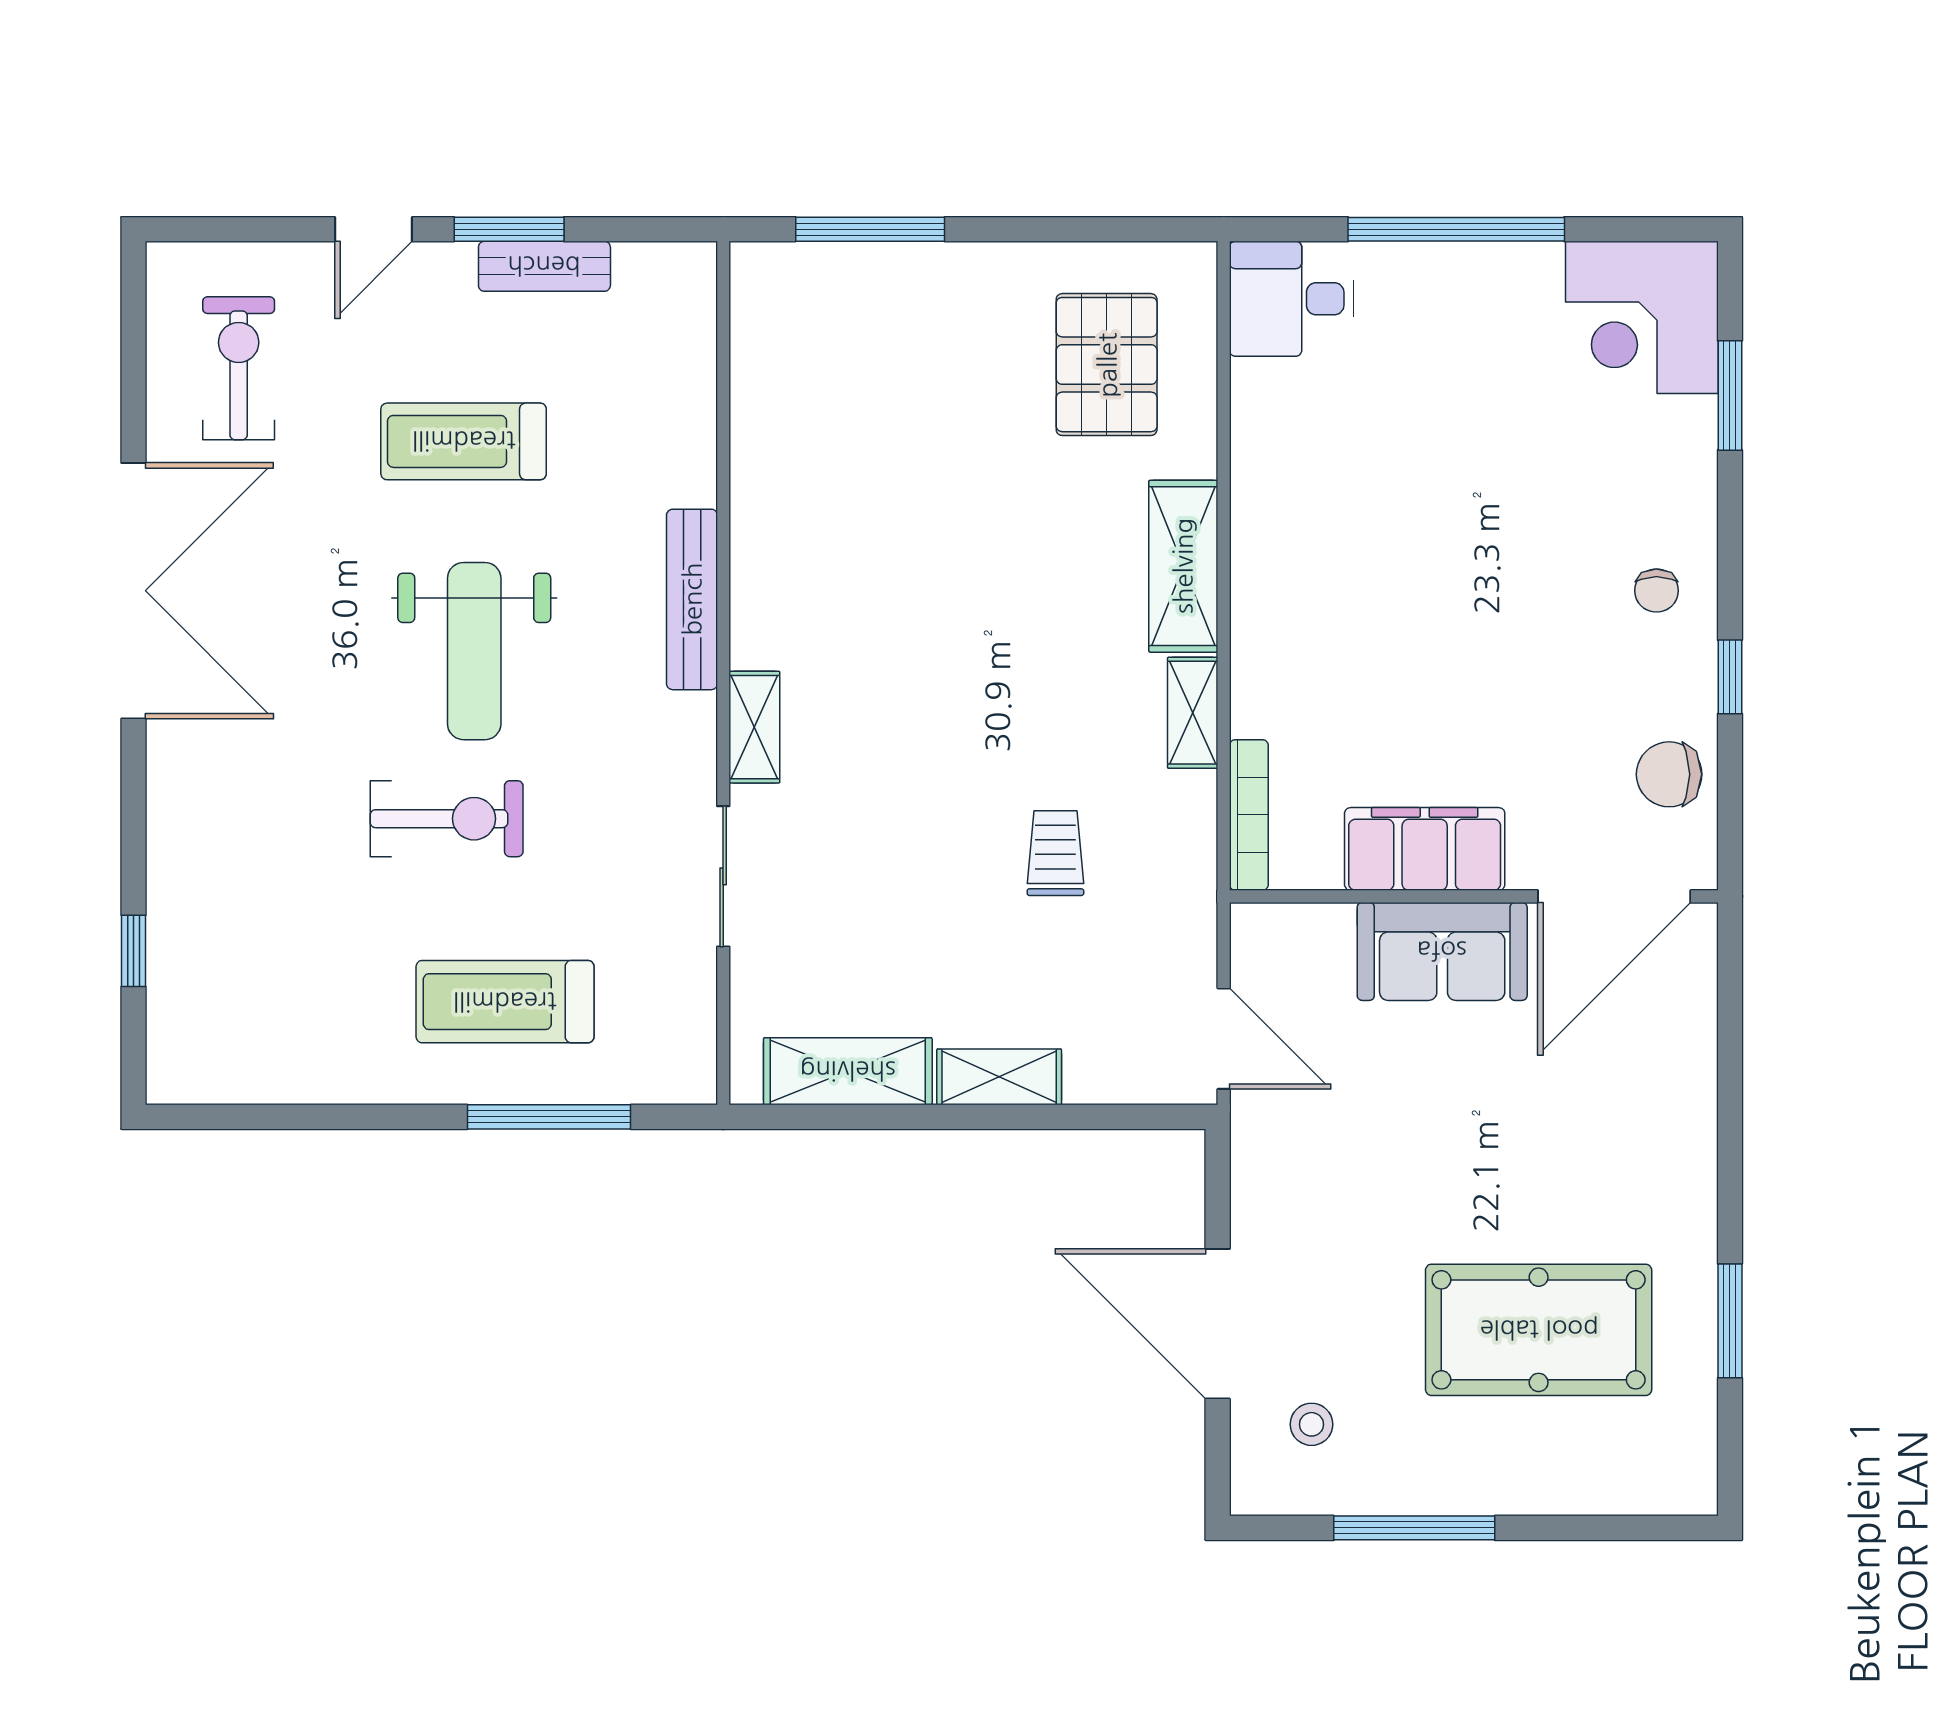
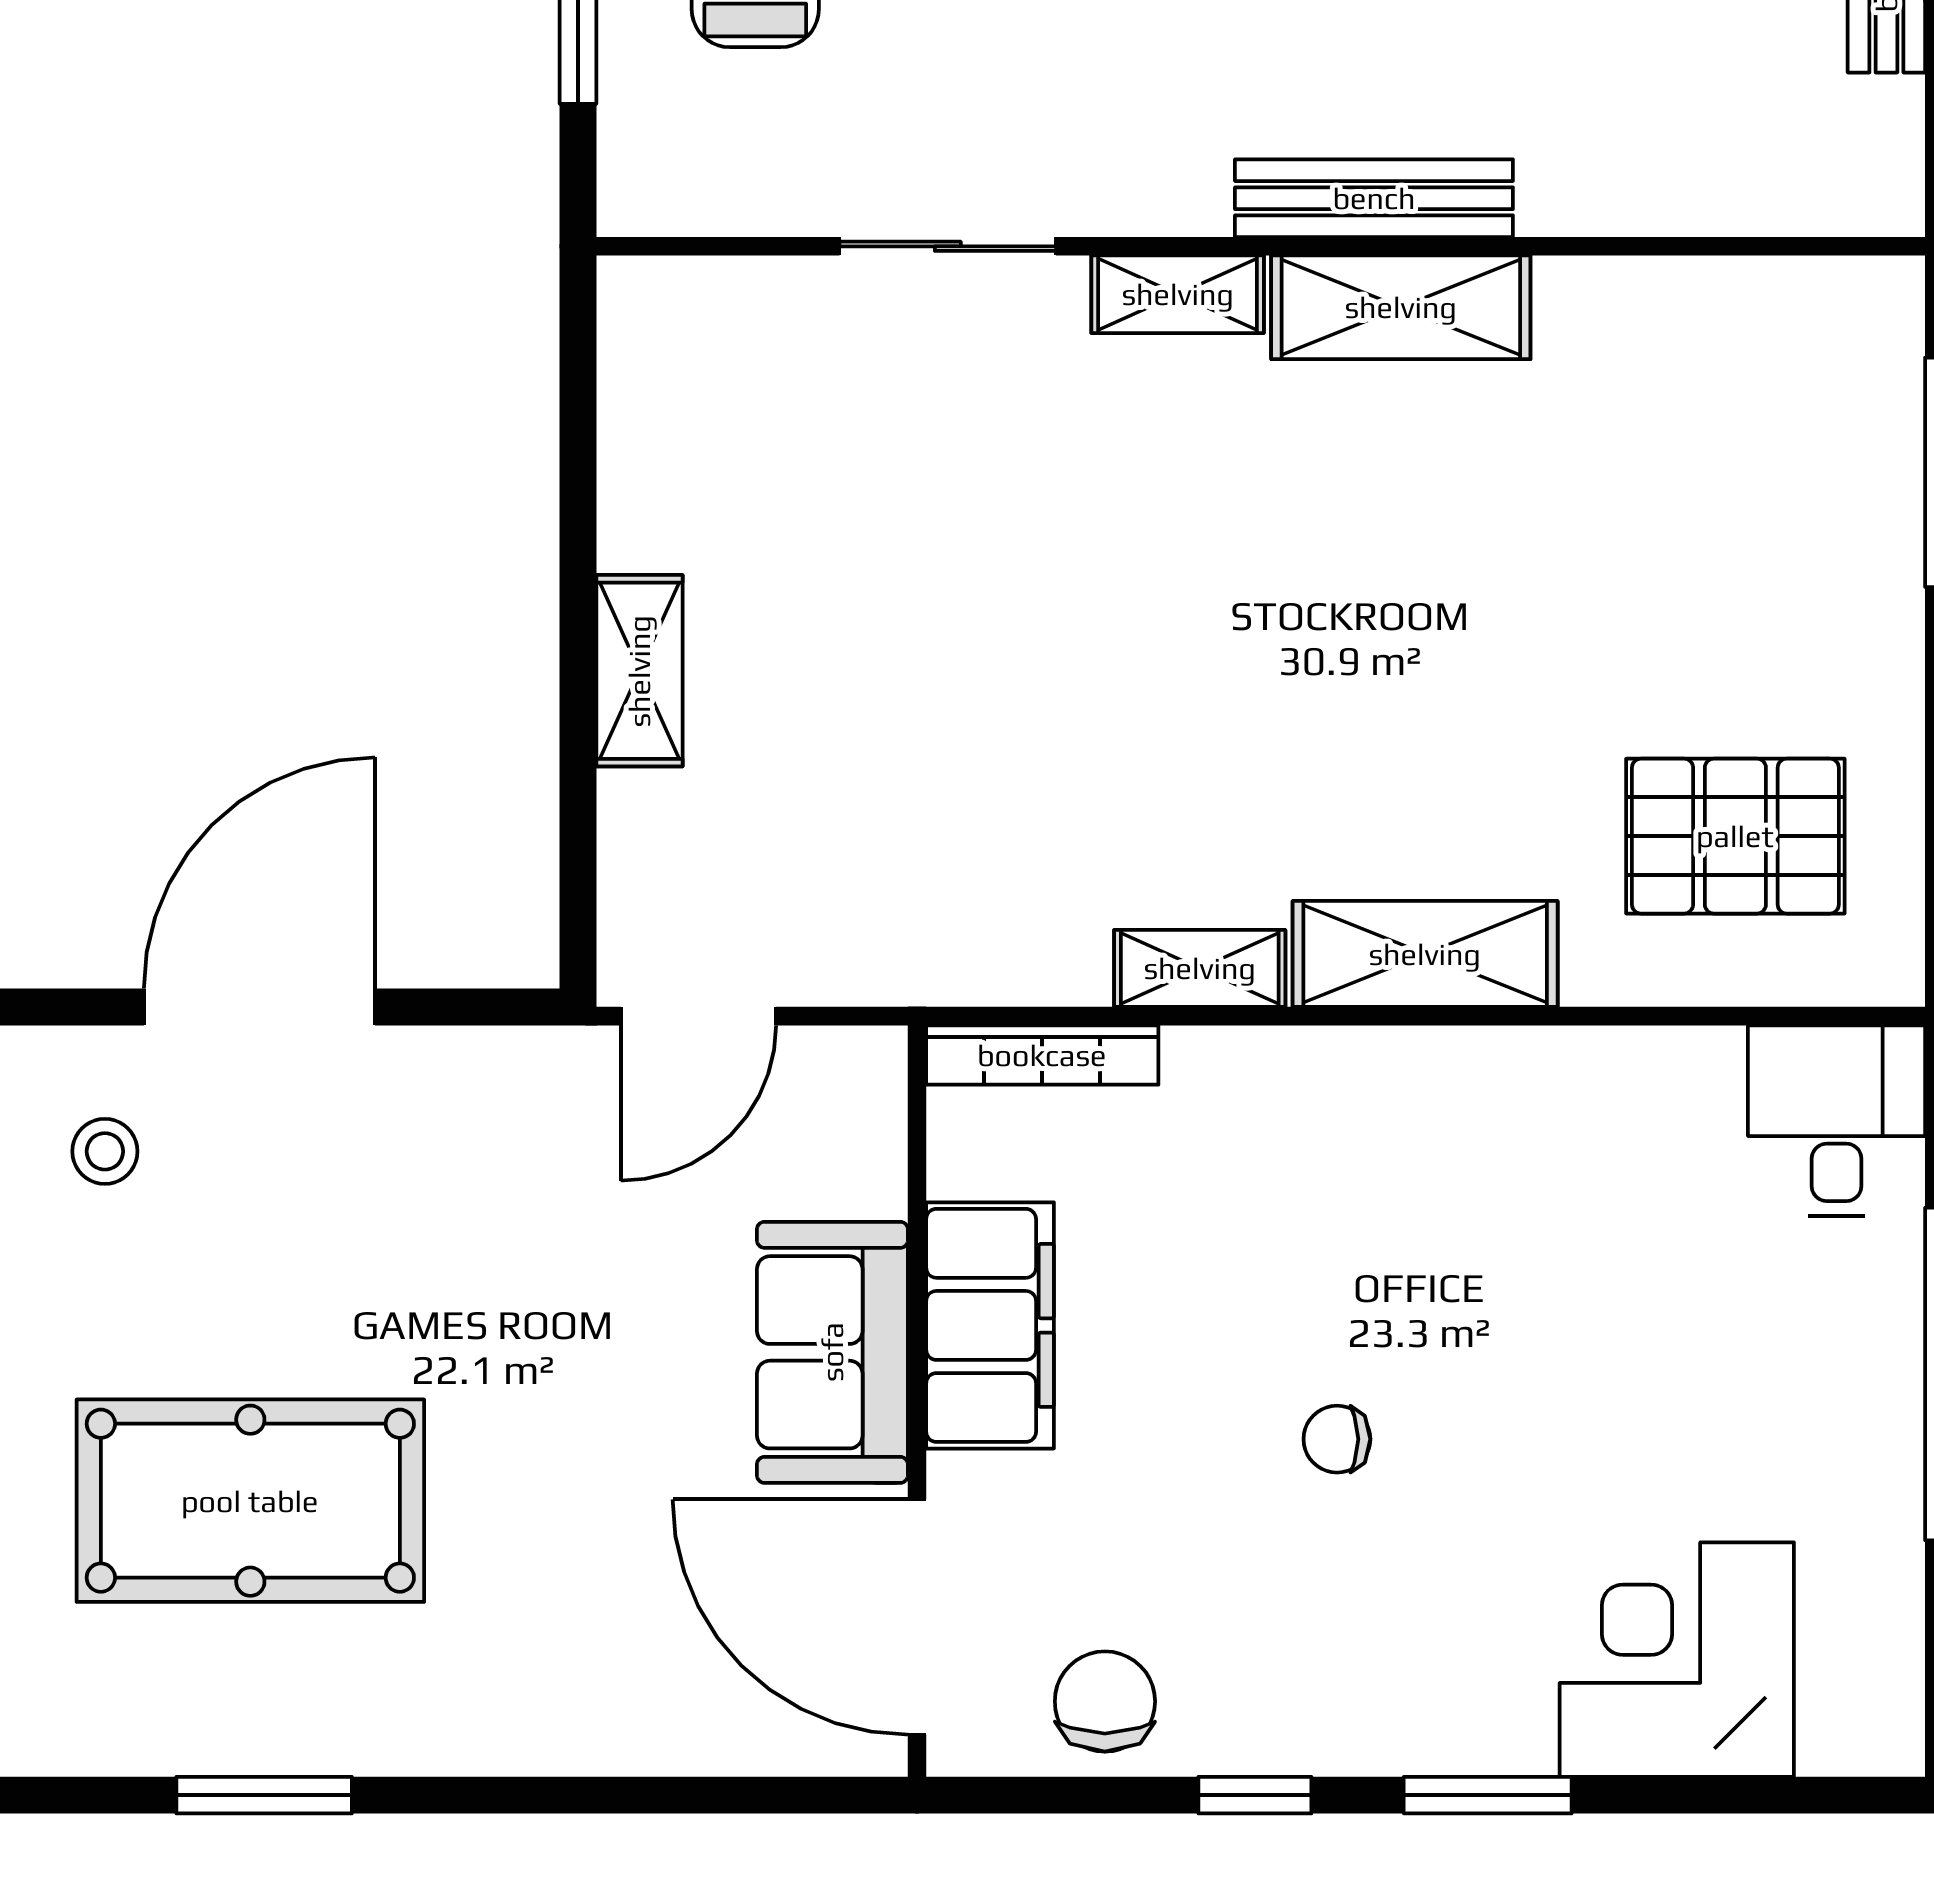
corner desk: (1642, 317) -> (1677, 1660), moved
window: (1730, 395) -> (1488, 1795), moved
chair: (1656, 591) -> (1337, 1439), moved
trolley: (1055, 853) -> (984, 757), removed
shelving: (848, 1071) -> (1401, 307), moved, turned 90
pool table: (1539, 1330) -> (250, 1501), turned 90

